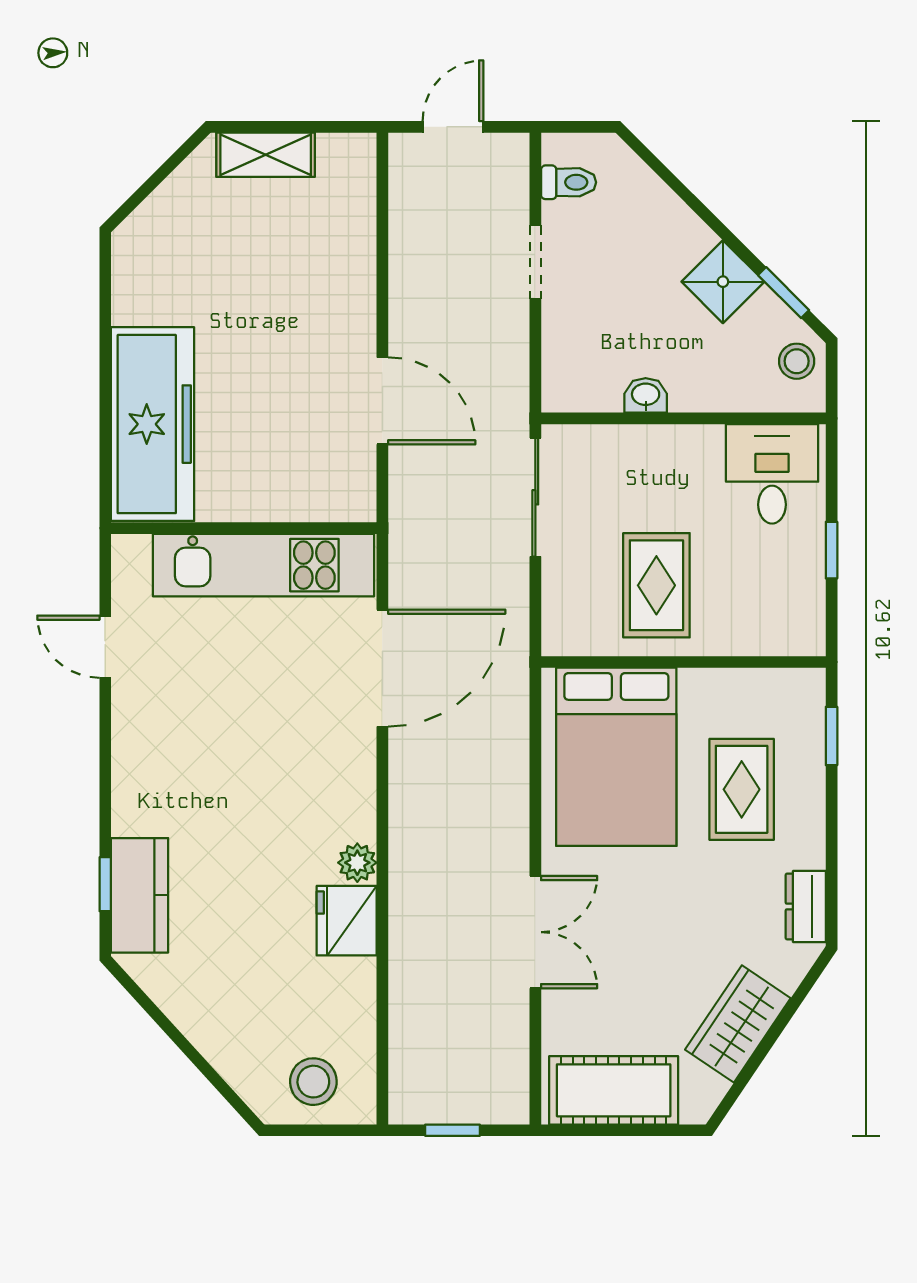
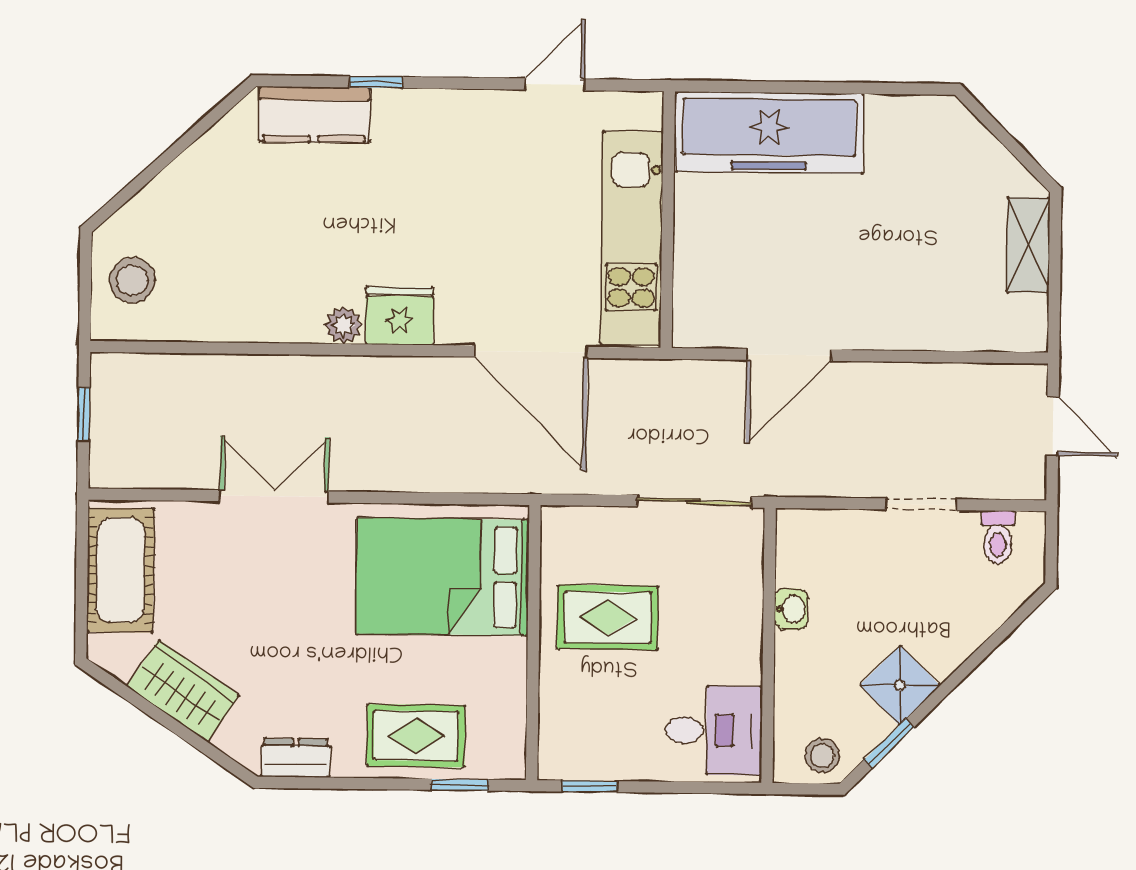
window: (832, 550) -> (590, 786), moved
rug: (742, 789) -> (416, 736), moved
window: (105, 884) -> (376, 82), moved
fridge: (347, 921) -> (399, 316), moved
double door: (535, 932) -> (274, 496), swing flipped

